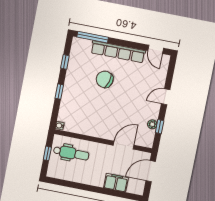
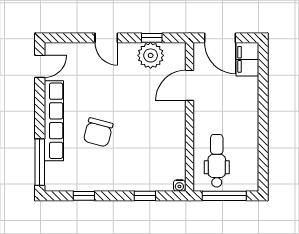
window: (59, 92) -> (145, 196), moved
plant: (152, 124) -> (151, 55), width x1.88, depth x1.88
door: (124, 145) -> (190, 85), hinge flipped
window: (47, 153) -> (224, 196), width x2.17
filing cabinet: (116, 183) -> (247, 59), moved

